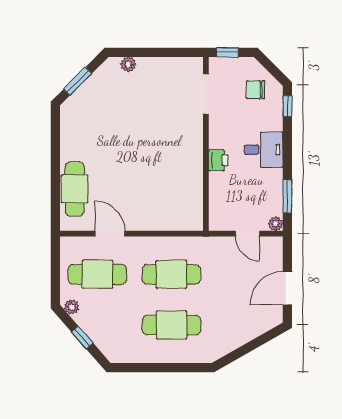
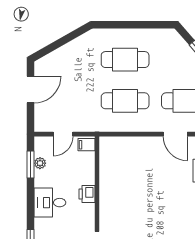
filing cabinet: (219, 221) -> (86, 145), added
plant: (276, 224) -> (40, 163), moved
door: (248, 234) -> (63, 134), swing flipped

